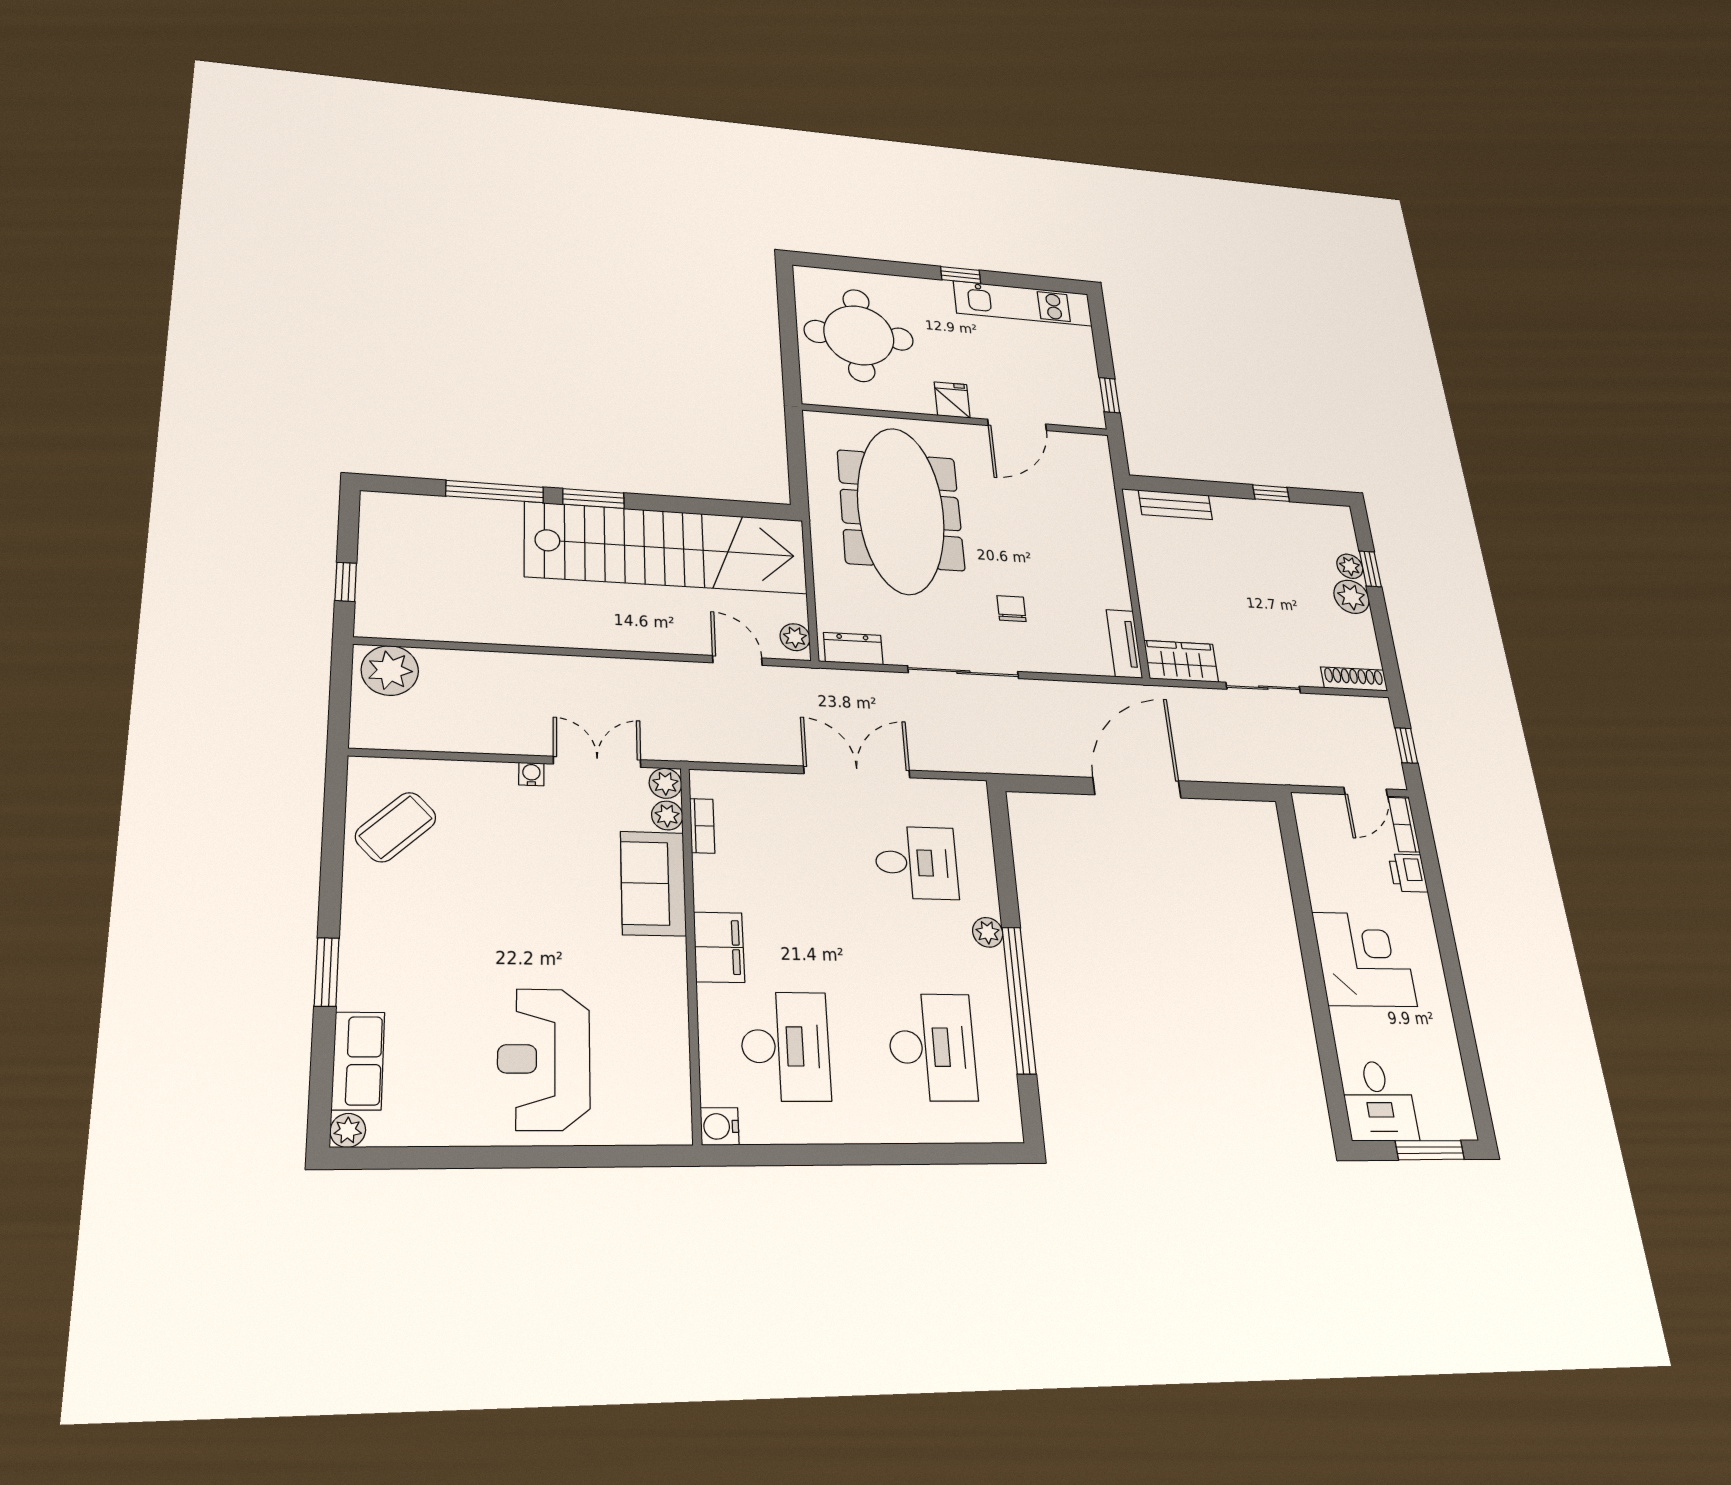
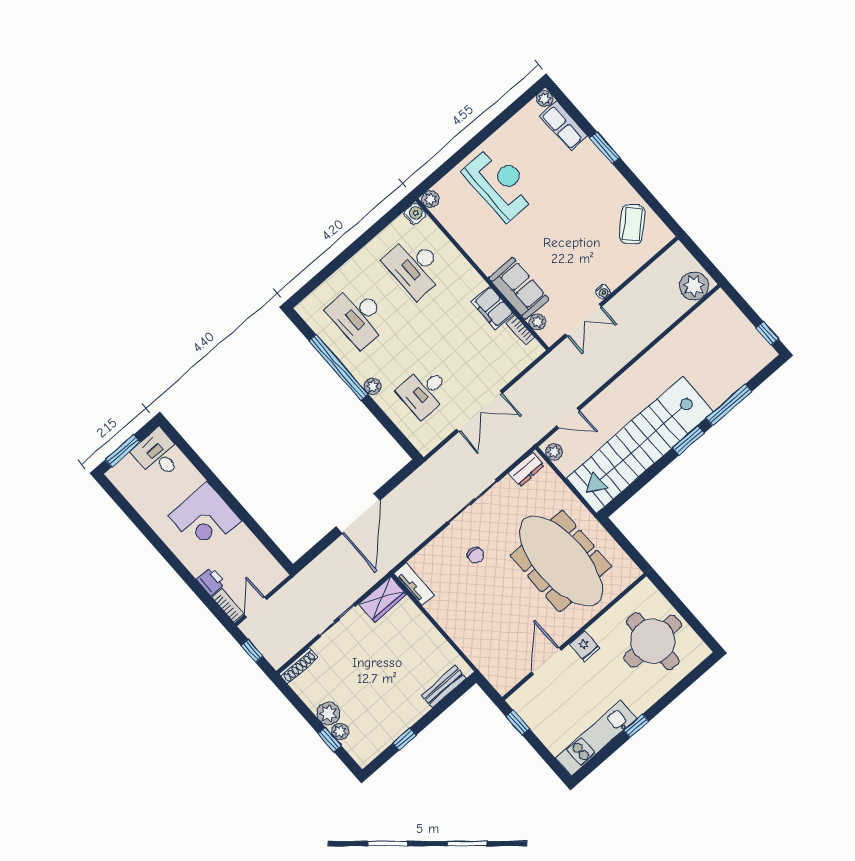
window: (346, 582) -> (767, 334), moved
plant: (665, 783) -> (430, 199), moved
filing cabinet: (719, 947) -> (493, 308), moved

